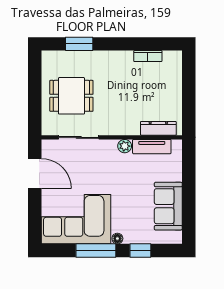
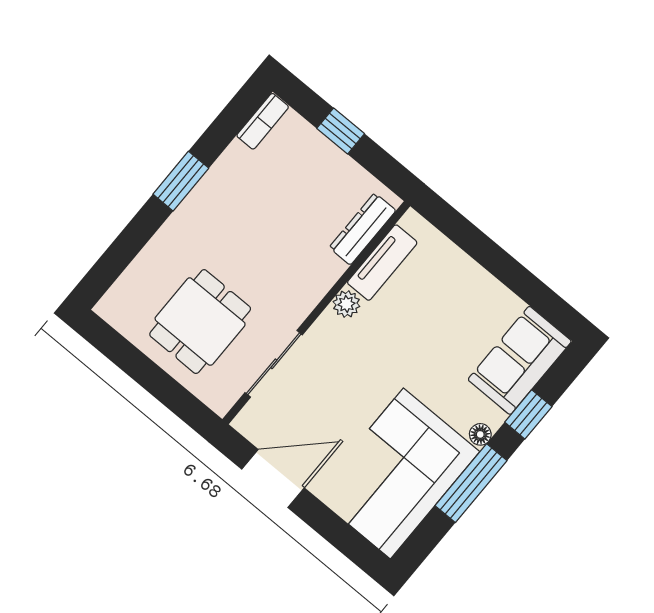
window: (79, 44) -> (181, 181), moved
bookcase: (148, 56) -> (263, 121), moved
window: (189, 89) -> (341, 131), added
sofa: (168, 206) -> (520, 360), moved, turned 90

